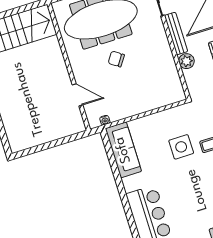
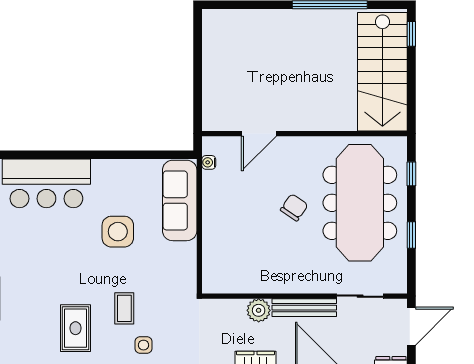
side table: (181, 147) -> (118, 232), moved
sofa: (123, 150) -> (180, 200), moved, turned 90

